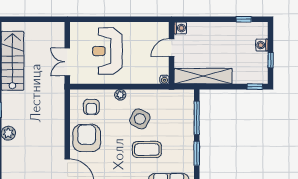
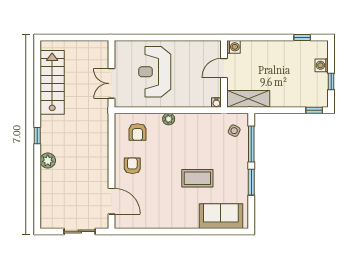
shelving: (203, 76) -> (248, 99), width x0.68
side table: (140, 119) -> (234, 131), moved, width x0.54, depth x0.54
armchair: (87, 138) -> (132, 166), width x0.53, depth x0.53

